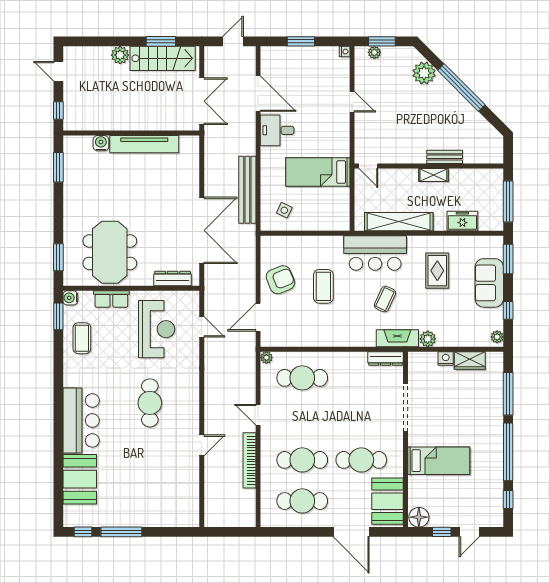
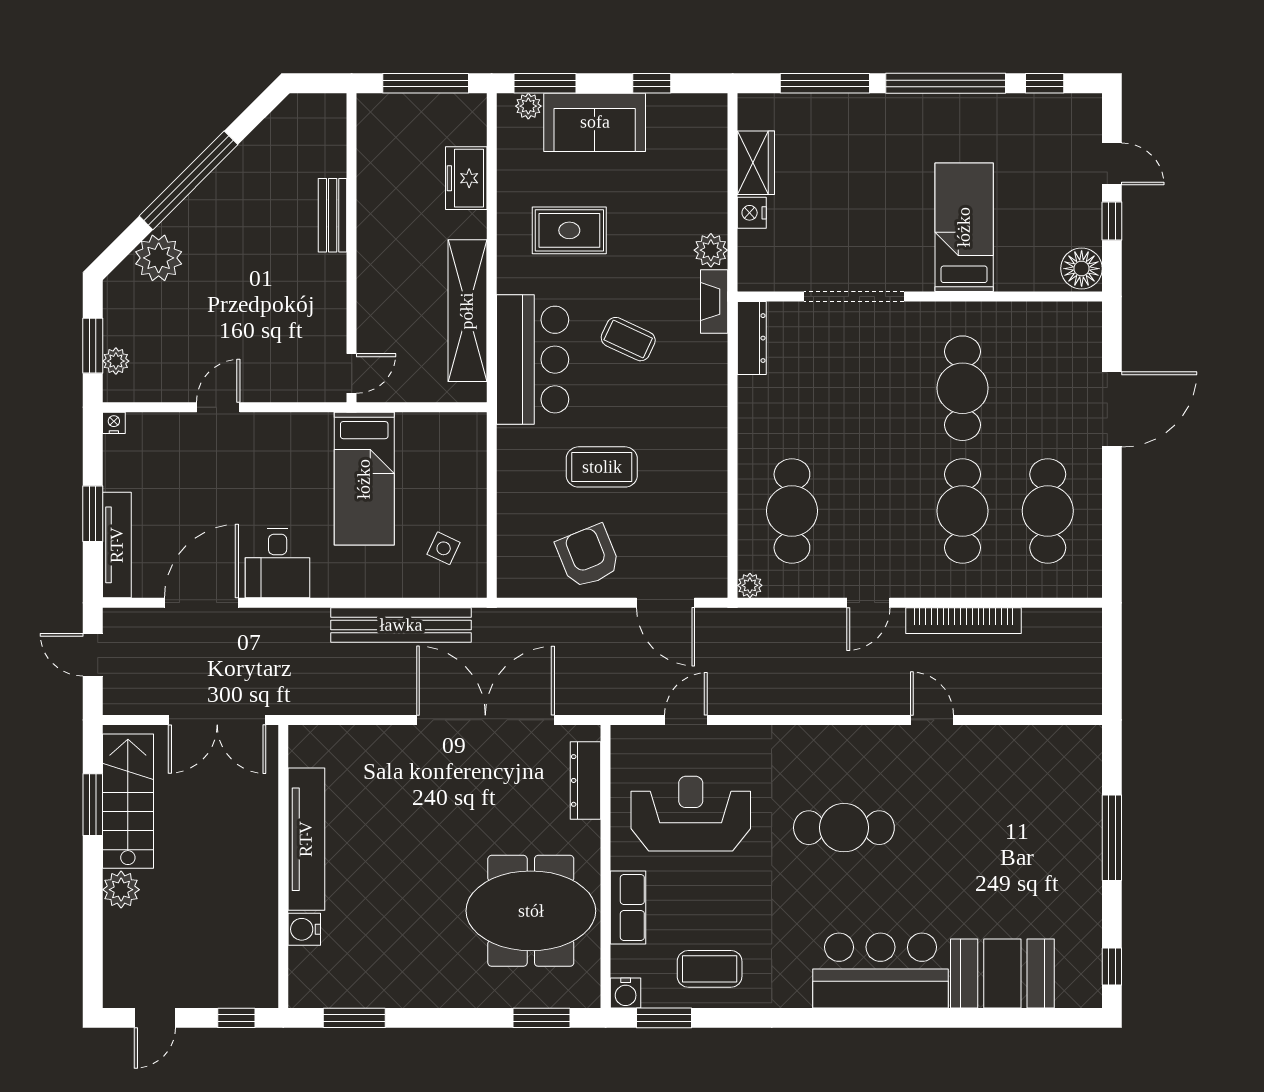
tv unit: (286, 53) -> (117, 545), added
double door: (202, 101) -> (217, 720), swing flipped
shelving: (433, 175) -> (370, 238), removed
plant: (497, 337) -> (528, 106), moved
fireplace: (397, 338) -> (714, 302), width x0.73, depth x0.76
booth: (388, 501) -> (1048, 334), removed
window: (121, 532) -> (1112, 838), moved

